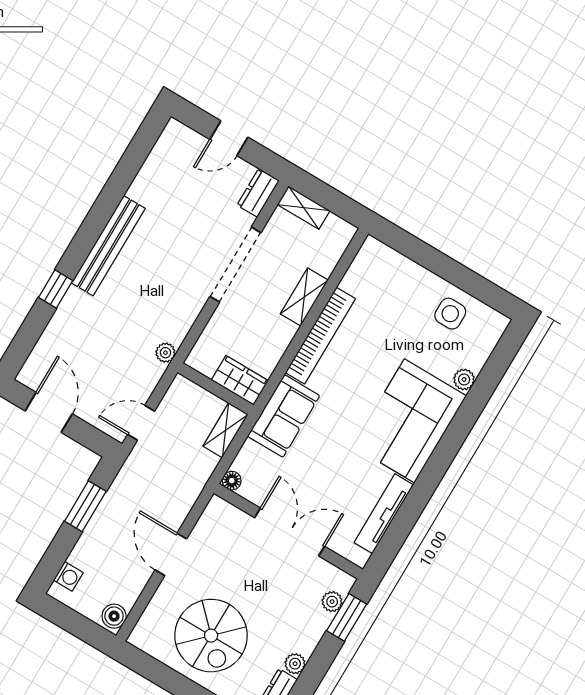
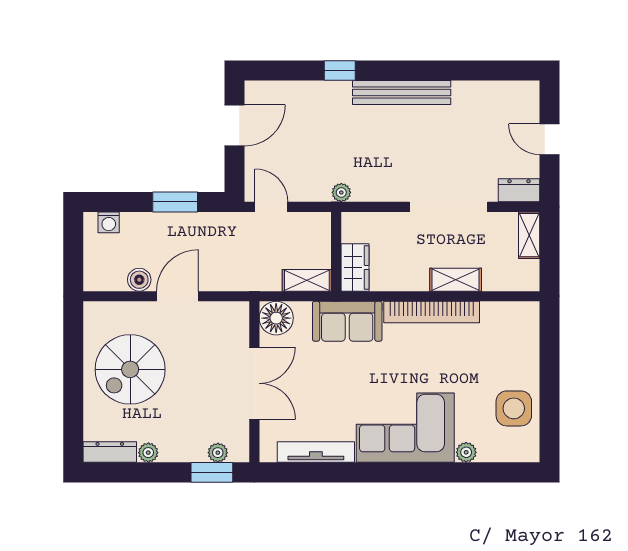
side table: (450, 314) -> (514, 408), width x1.37, depth x1.37
floor lamp: (232, 481) -> (276, 318), width x1.89, depth x1.89
boiler: (114, 616) -> (139, 280), moved

